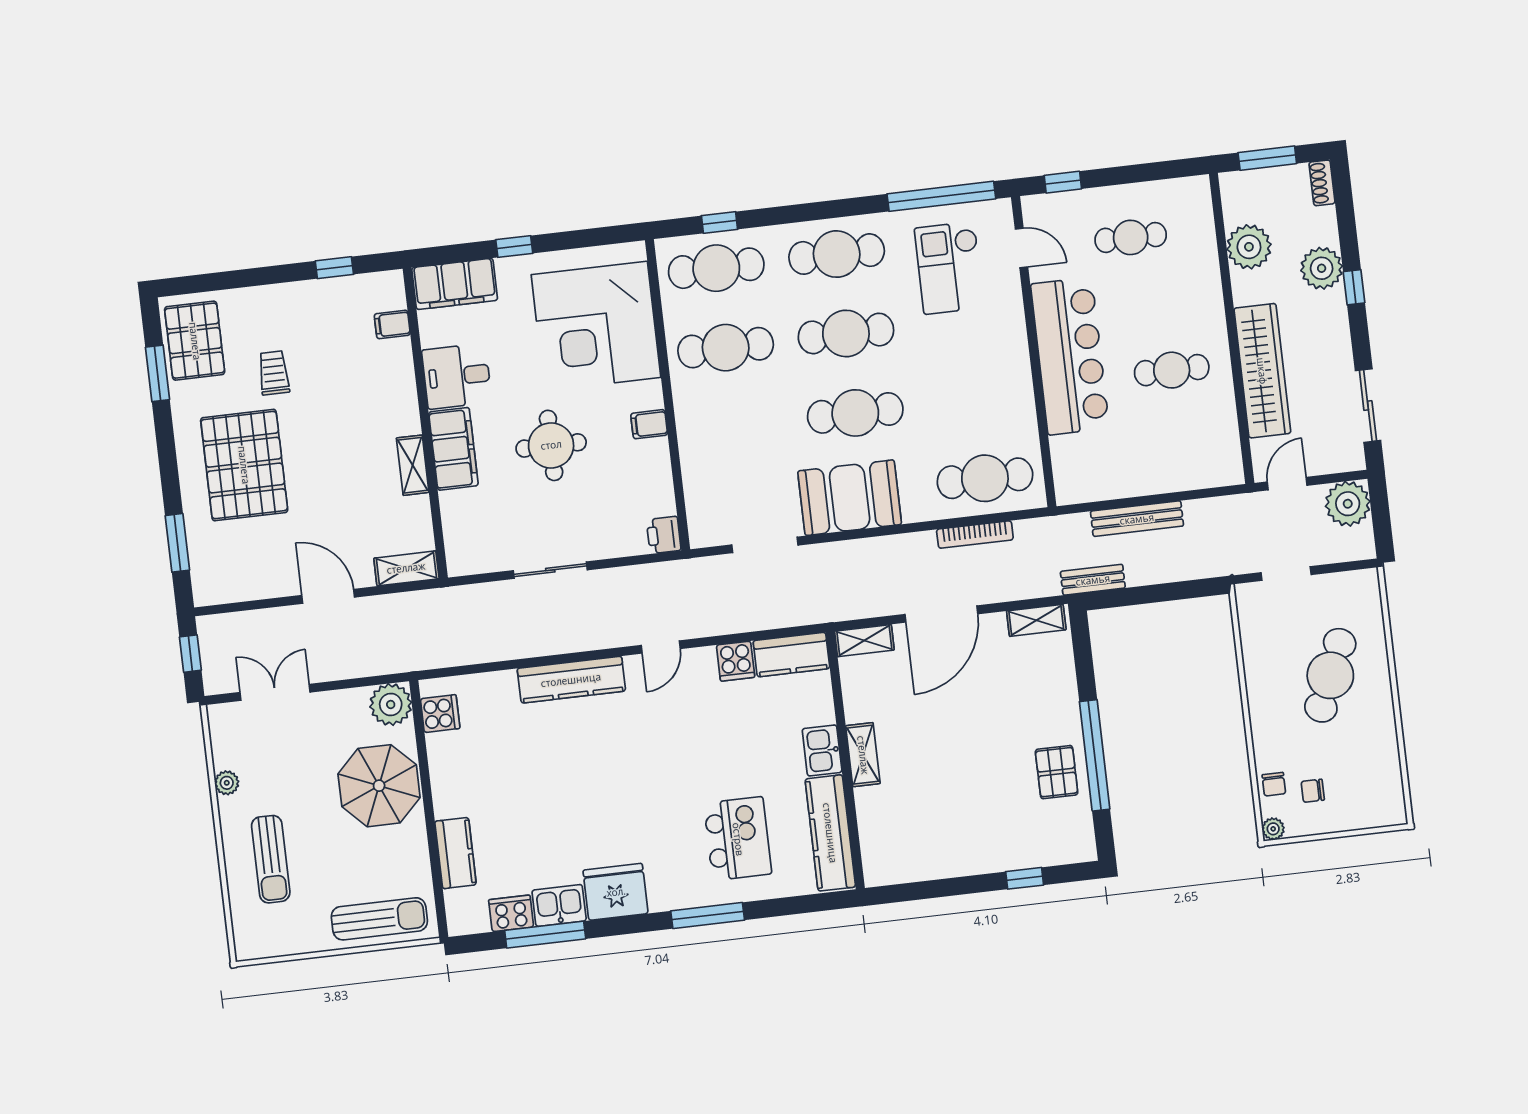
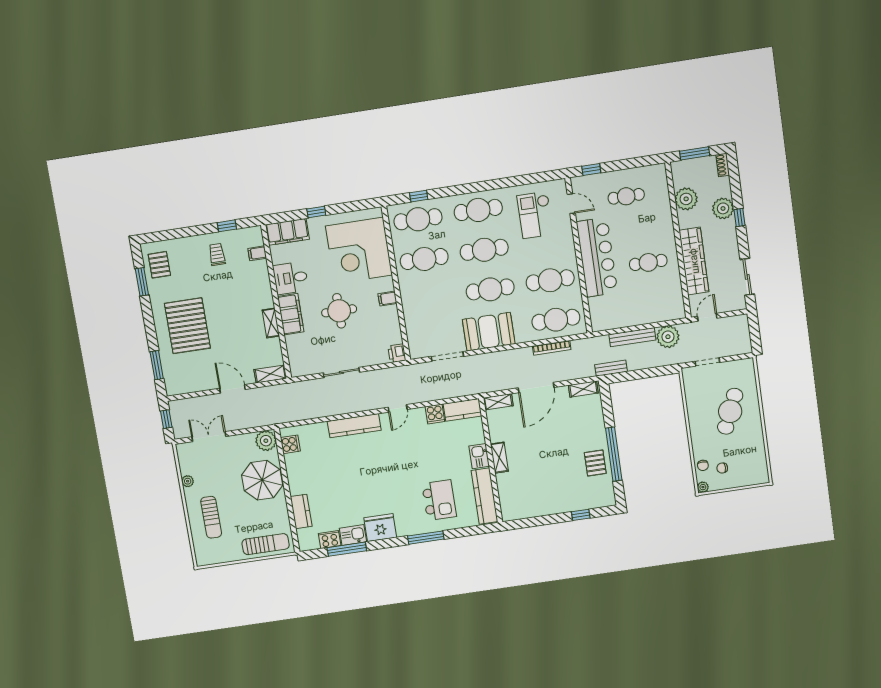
window: (941, 196) -> (530, 179), removed
pallet: (195, 341) -> (159, 265), width x0.67, depth x0.71
trolley: (274, 373) -> (217, 254), moved
cafe table: (976, 399) -> (550, 280), added
plant: (1348, 504) -> (668, 337), moved

